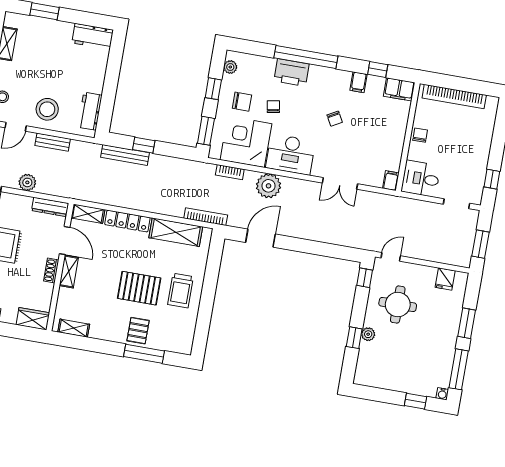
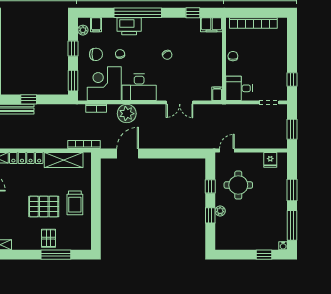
filing cabinet: (359, 82) -> (96, 25), moved
window: (365, 278) -> (210, 186), moved

